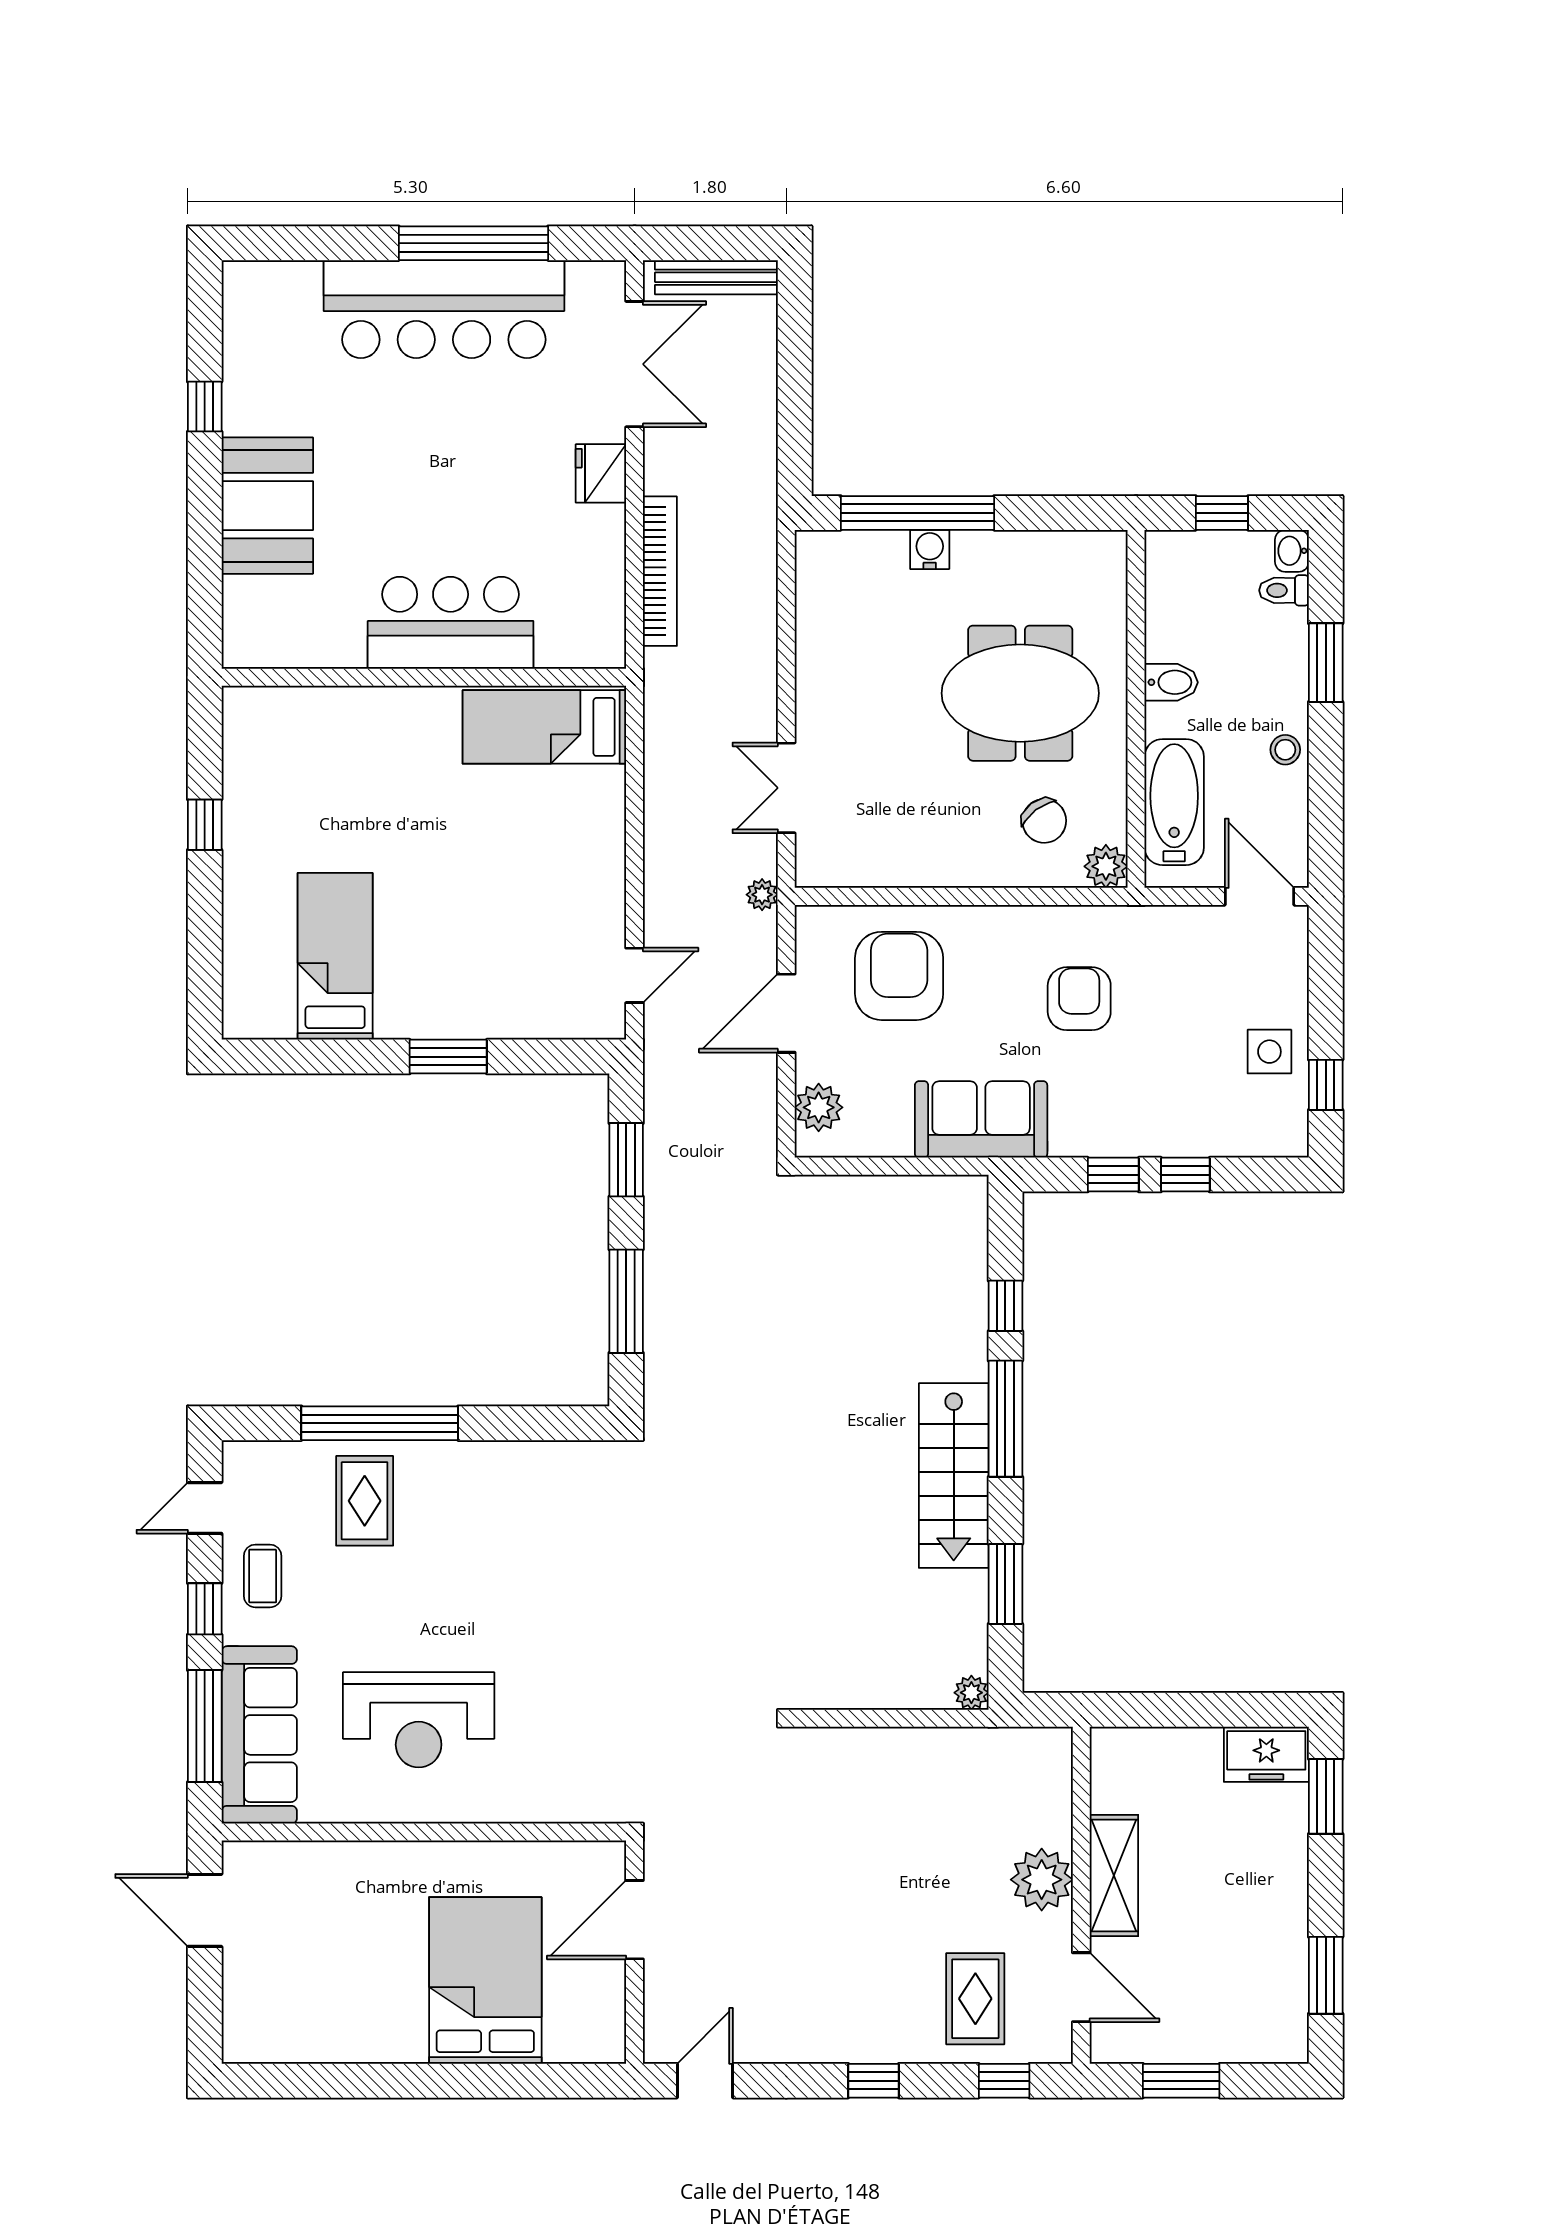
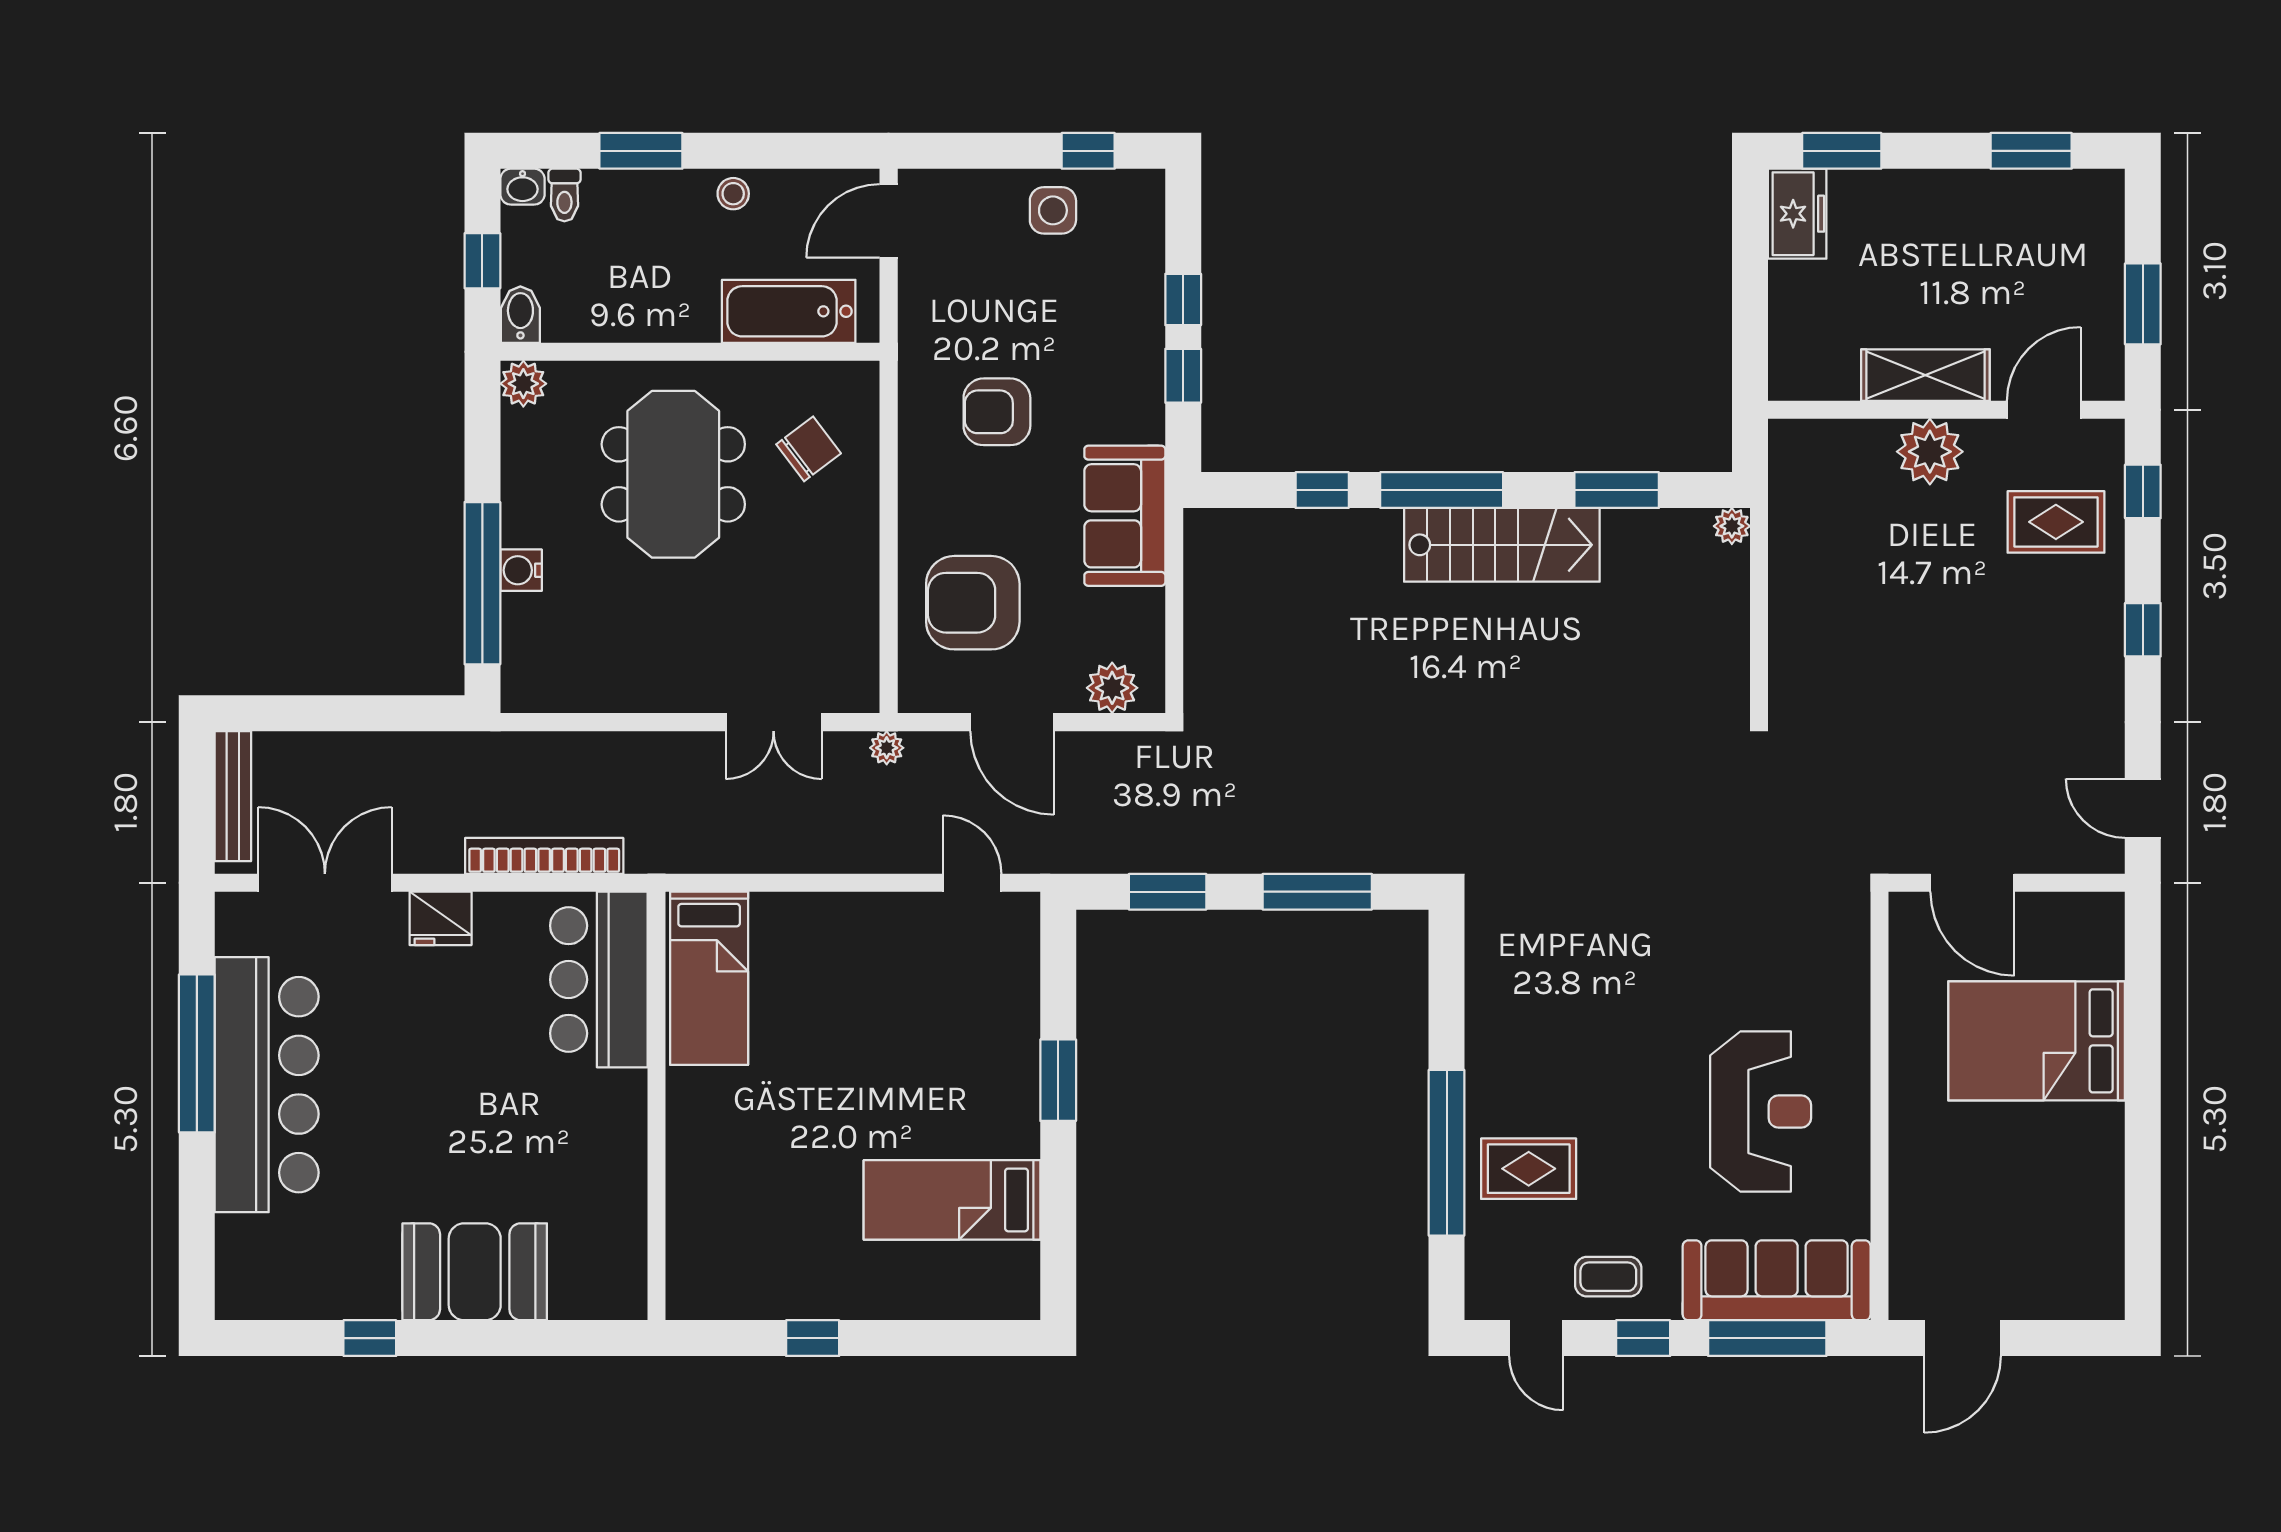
bar counter: (451, 623) -> (599, 980), moved
bidet: (1171, 682) -> (520, 315), moved
plant: (1106, 866) -> (523, 384), moved

